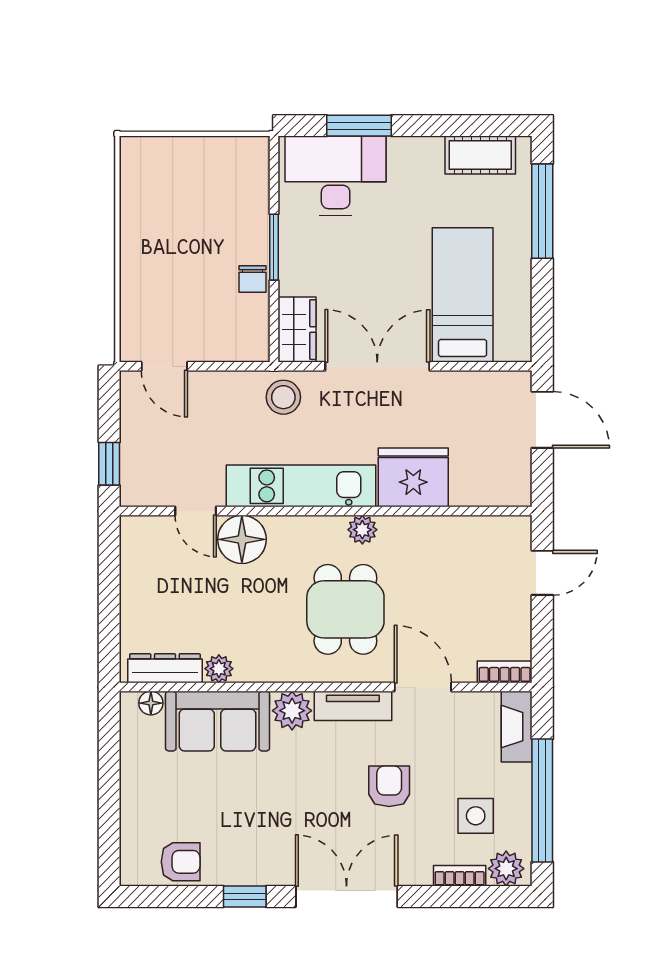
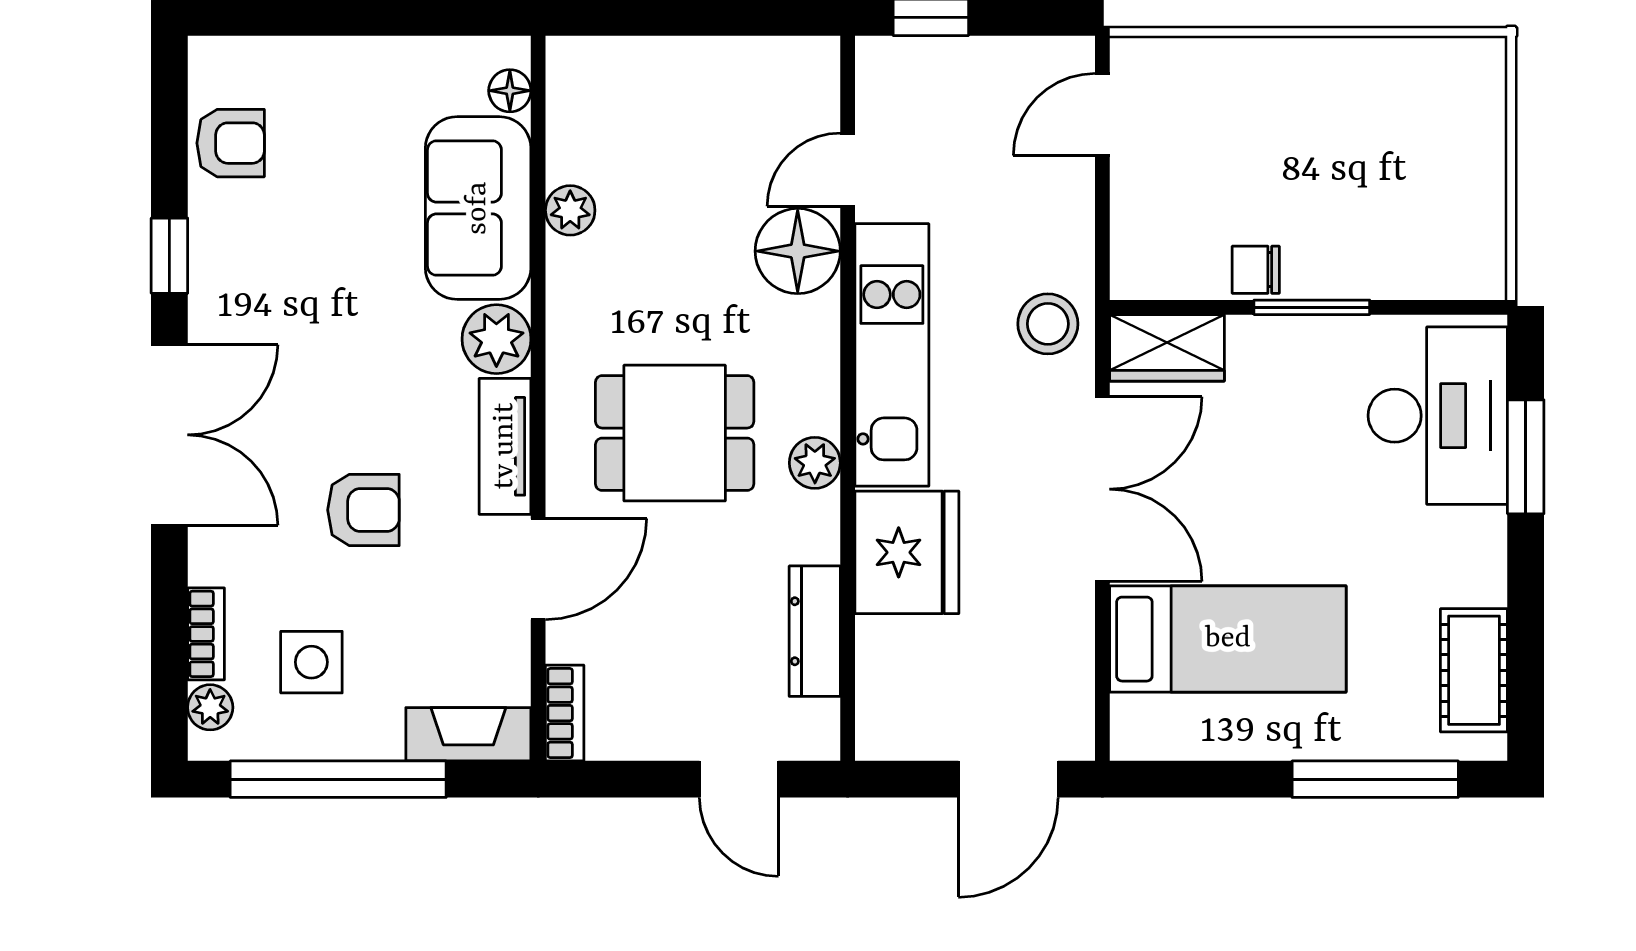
dresser: (165, 668) -> (815, 631), moved, turned 180
armchair: (181, 862) -> (231, 143), turned -90
plant: (506, 869) -> (210, 707), width x0.73, depth x0.73

